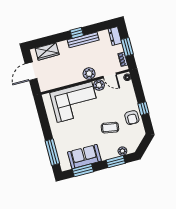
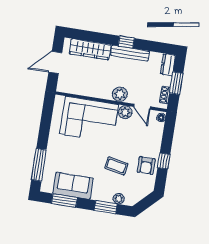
wardrobe: (47, 51) -> (90, 49), width x1.50

